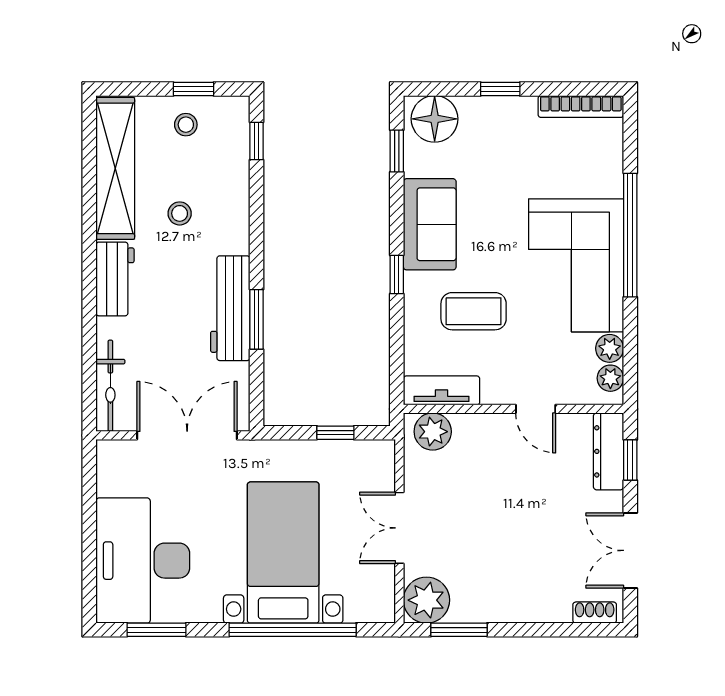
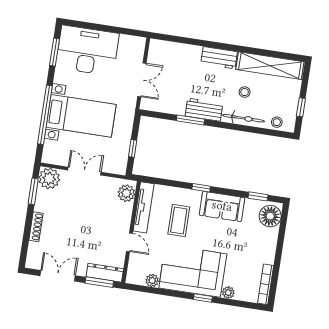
window: (500, 89) -> (279, 248), removed
stool: (186, 125) -> (277, 122), moved
window: (257, 141) -> (272, 133), removed
window: (630, 235) -> (203, 298), width x0.32
workbench: (230, 308) -> (204, 110), width x0.73
plant: (610, 378) -> (228, 293), moved
bicycle: (110, 386) -> (243, 118), moved, turned 180
tv unit: (442, 390) -> (144, 207), width x1.41
door: (536, 409) -> (129, 242), swing flipped
double door: (187, 435) -> (142, 80), width x0.73
window: (630, 460) -> (99, 282), width x1.50
shoe rack: (595, 613) -> (36, 227), moved, width x1.43

